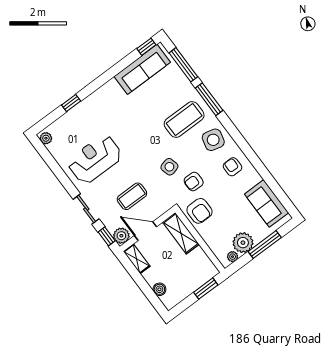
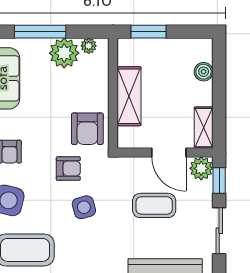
armchair: (199, 211) -> (87, 129), turned 180
shelving: (181, 233) -> (129, 96), moved

